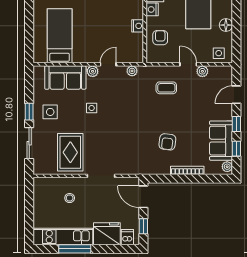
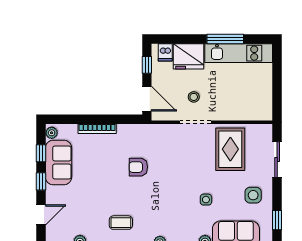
window: (29, 112) -> (277, 220), moved
armchair: (167, 142) -> (138, 167), moved, turned -97
stool: (70, 198) -> (194, 97), moved

